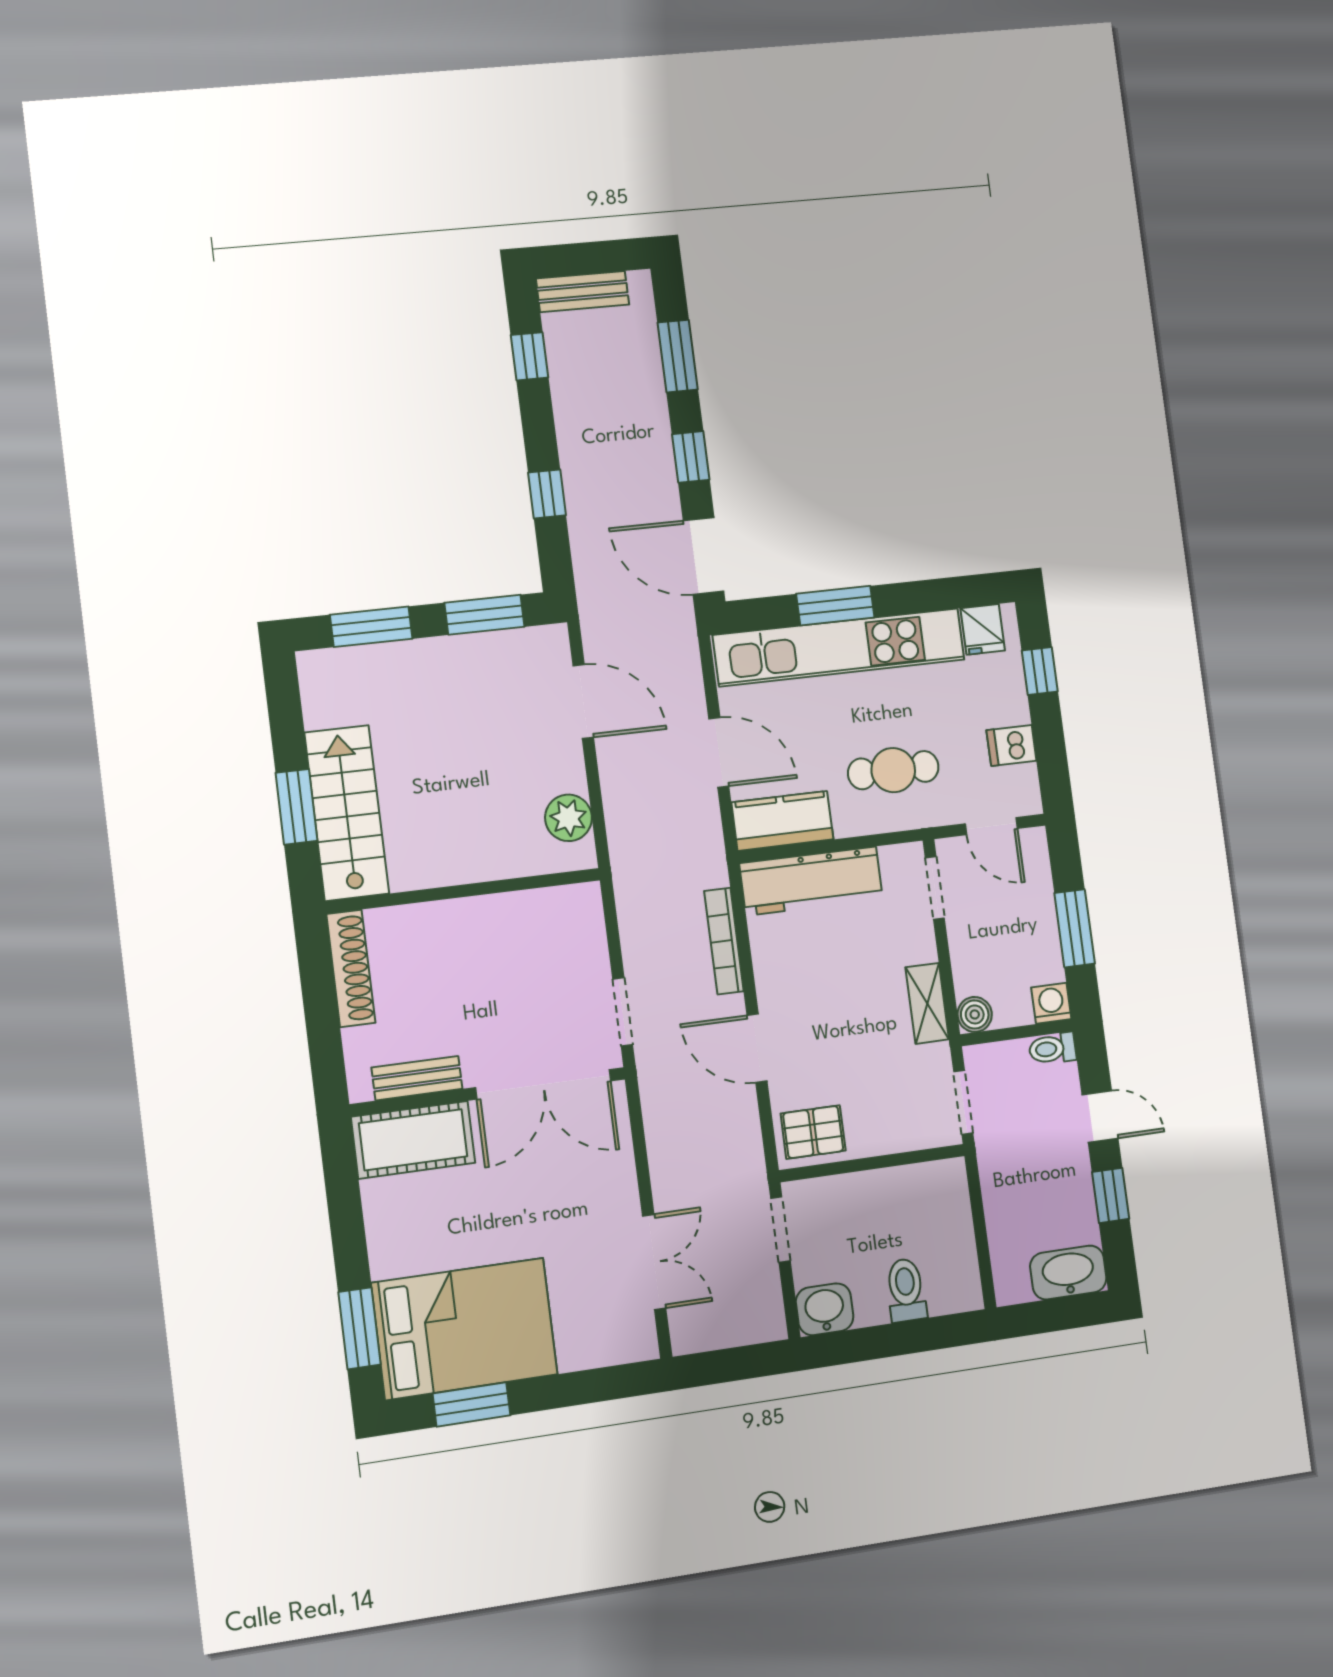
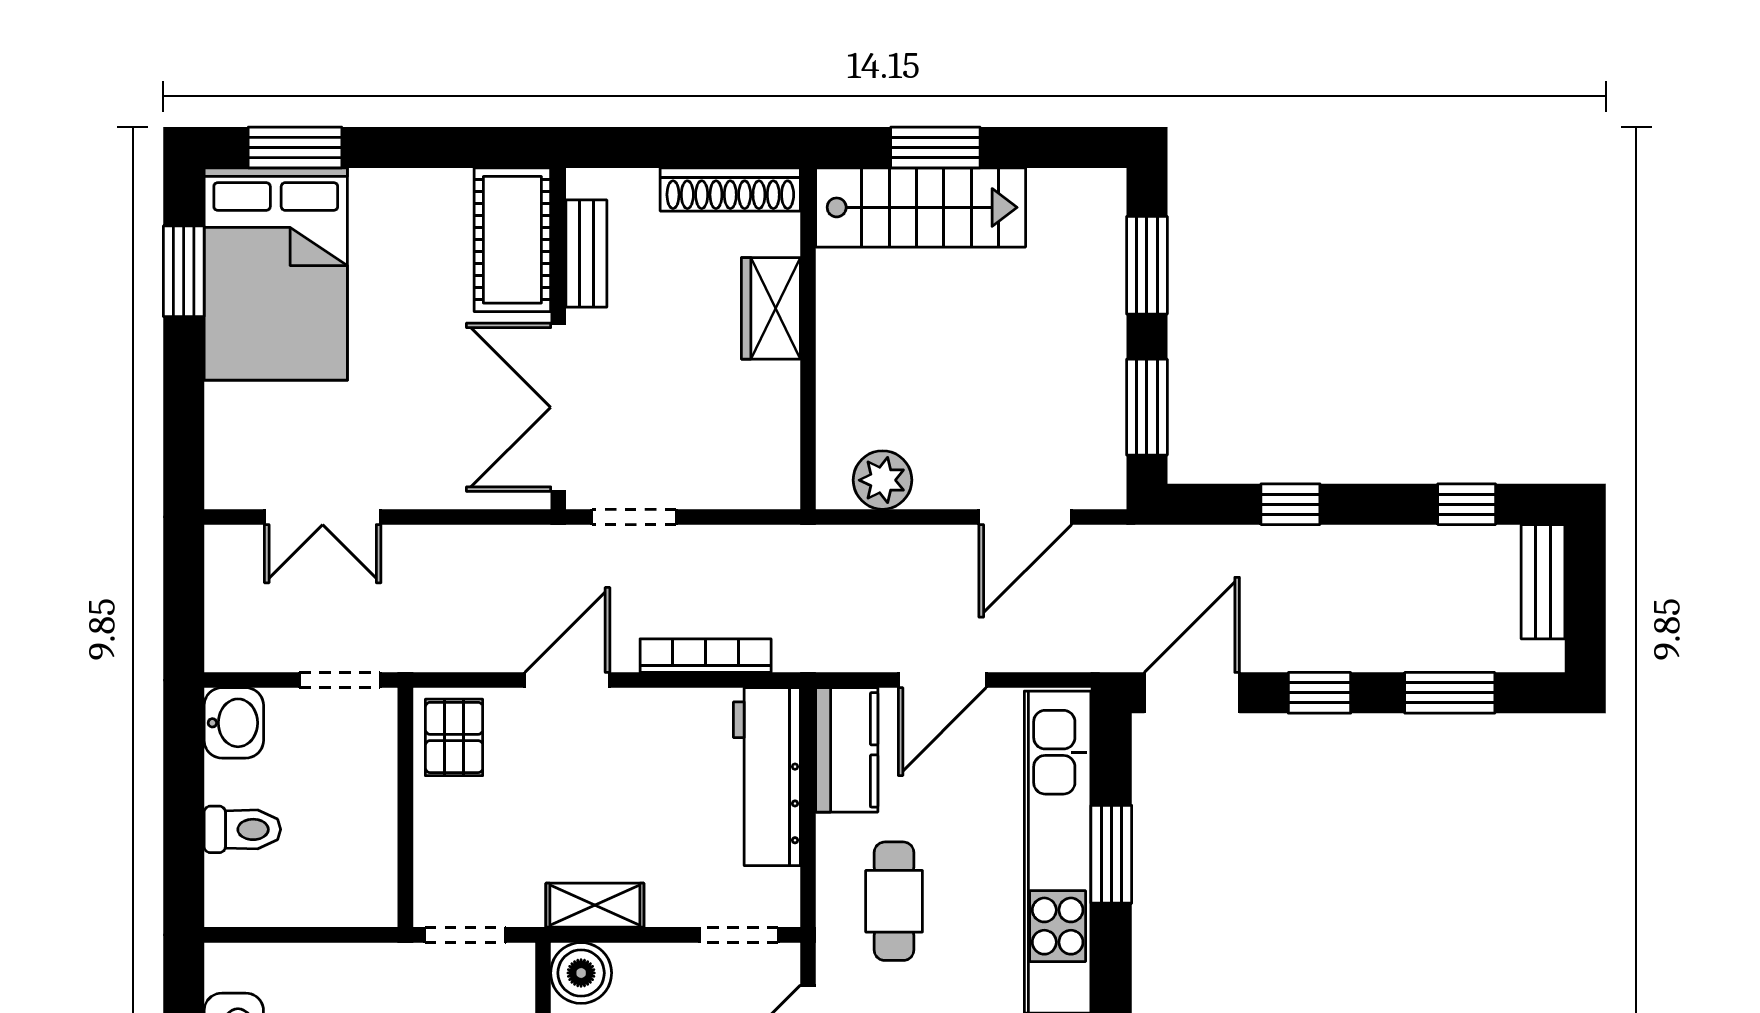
wardrobe: (443, 924) -> (771, 308), added
boiler: (975, 1014) -> (581, 973), width x1.36, depth x1.36

